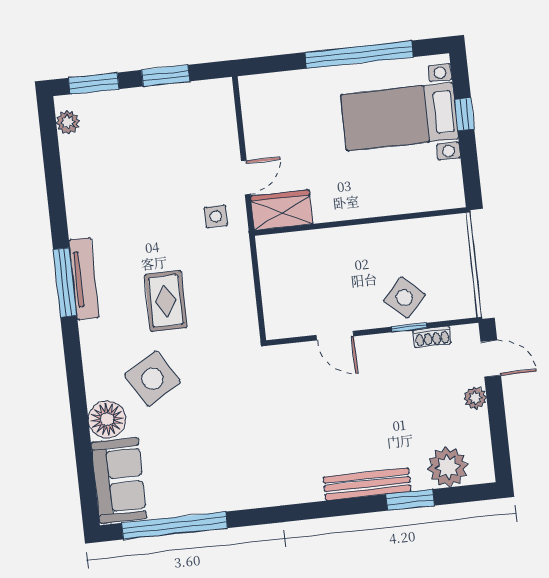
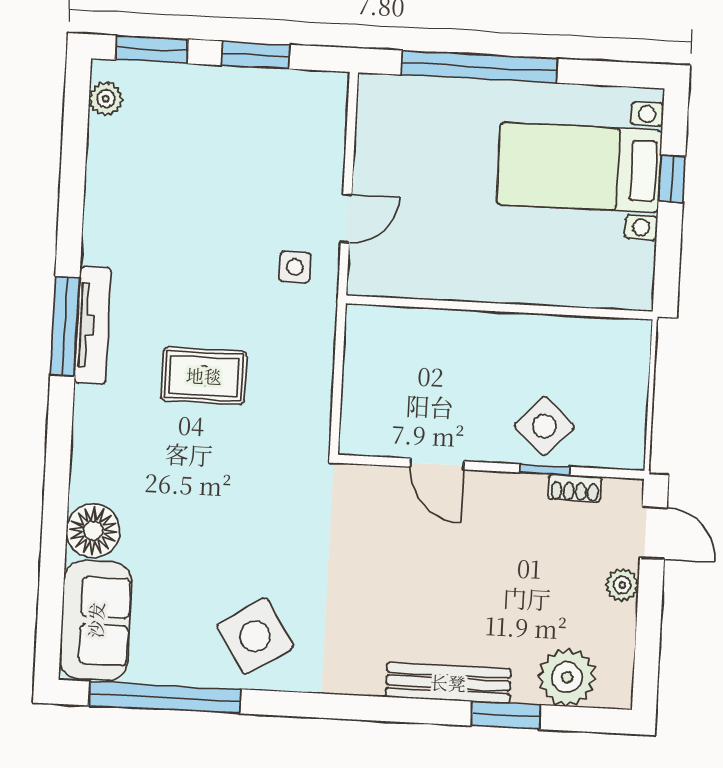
window: (359, 55) -> (479, 67), moved
wardrobe: (282, 210) -> (390, 273), removed
rug: (166, 301) -> (204, 376), turned 90
side table: (152, 379) -> (255, 636), moved

